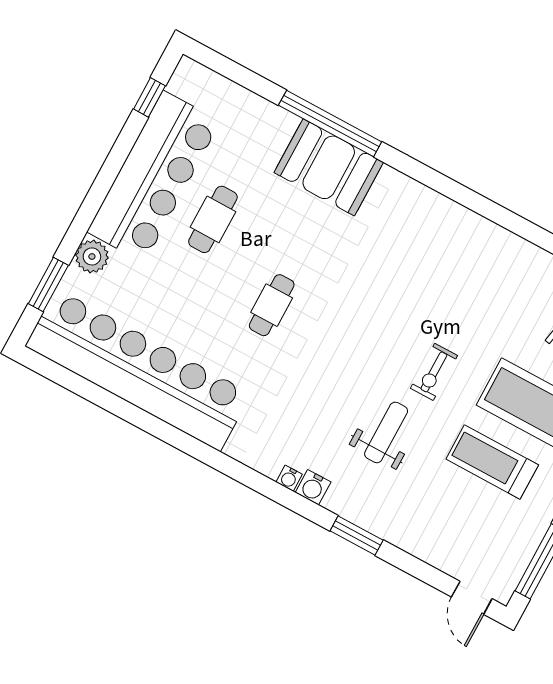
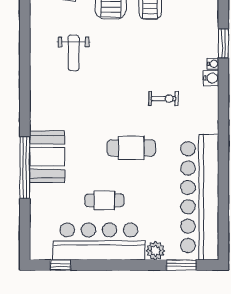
cafe table: (272, 305) -> (131, 148), width x1.37, depth x1.35
exercise bike: (434, 372) -> (163, 99), moved
weight bench: (386, 432) -> (74, 53), moved, turned -90
water cooler: (289, 478) -> (213, 64), moved

